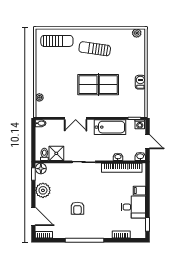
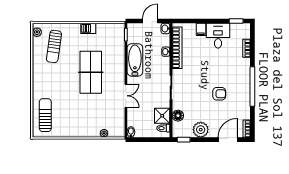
sun lounger: (95, 49) -> (54, 46), moved
washing machine: (140, 124) -> (132, 29), removed
floor lamp: (41, 169) -> (178, 116), moved

